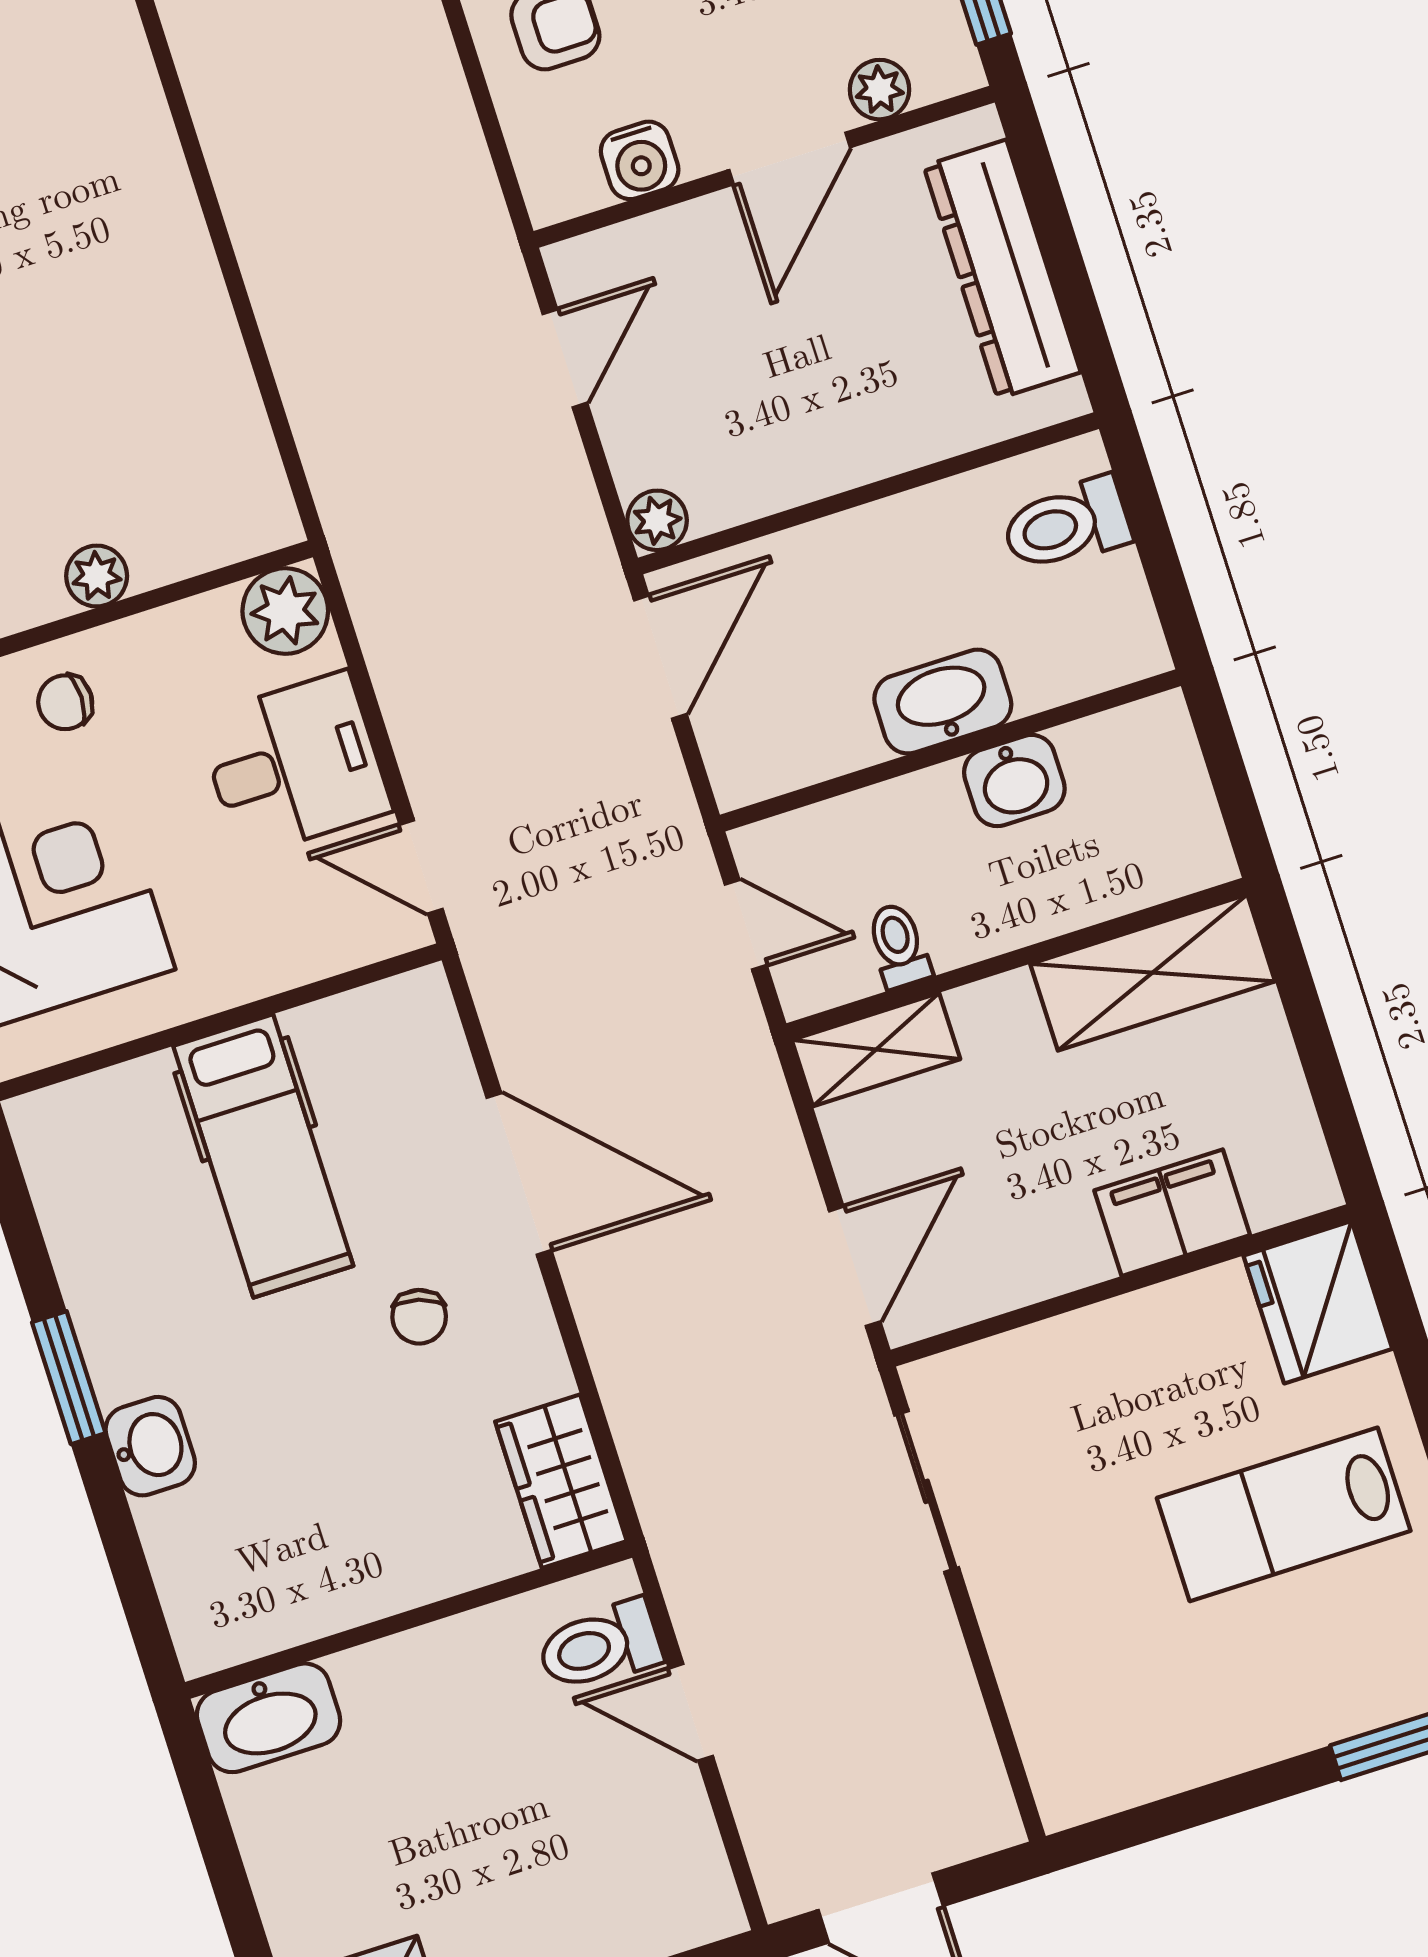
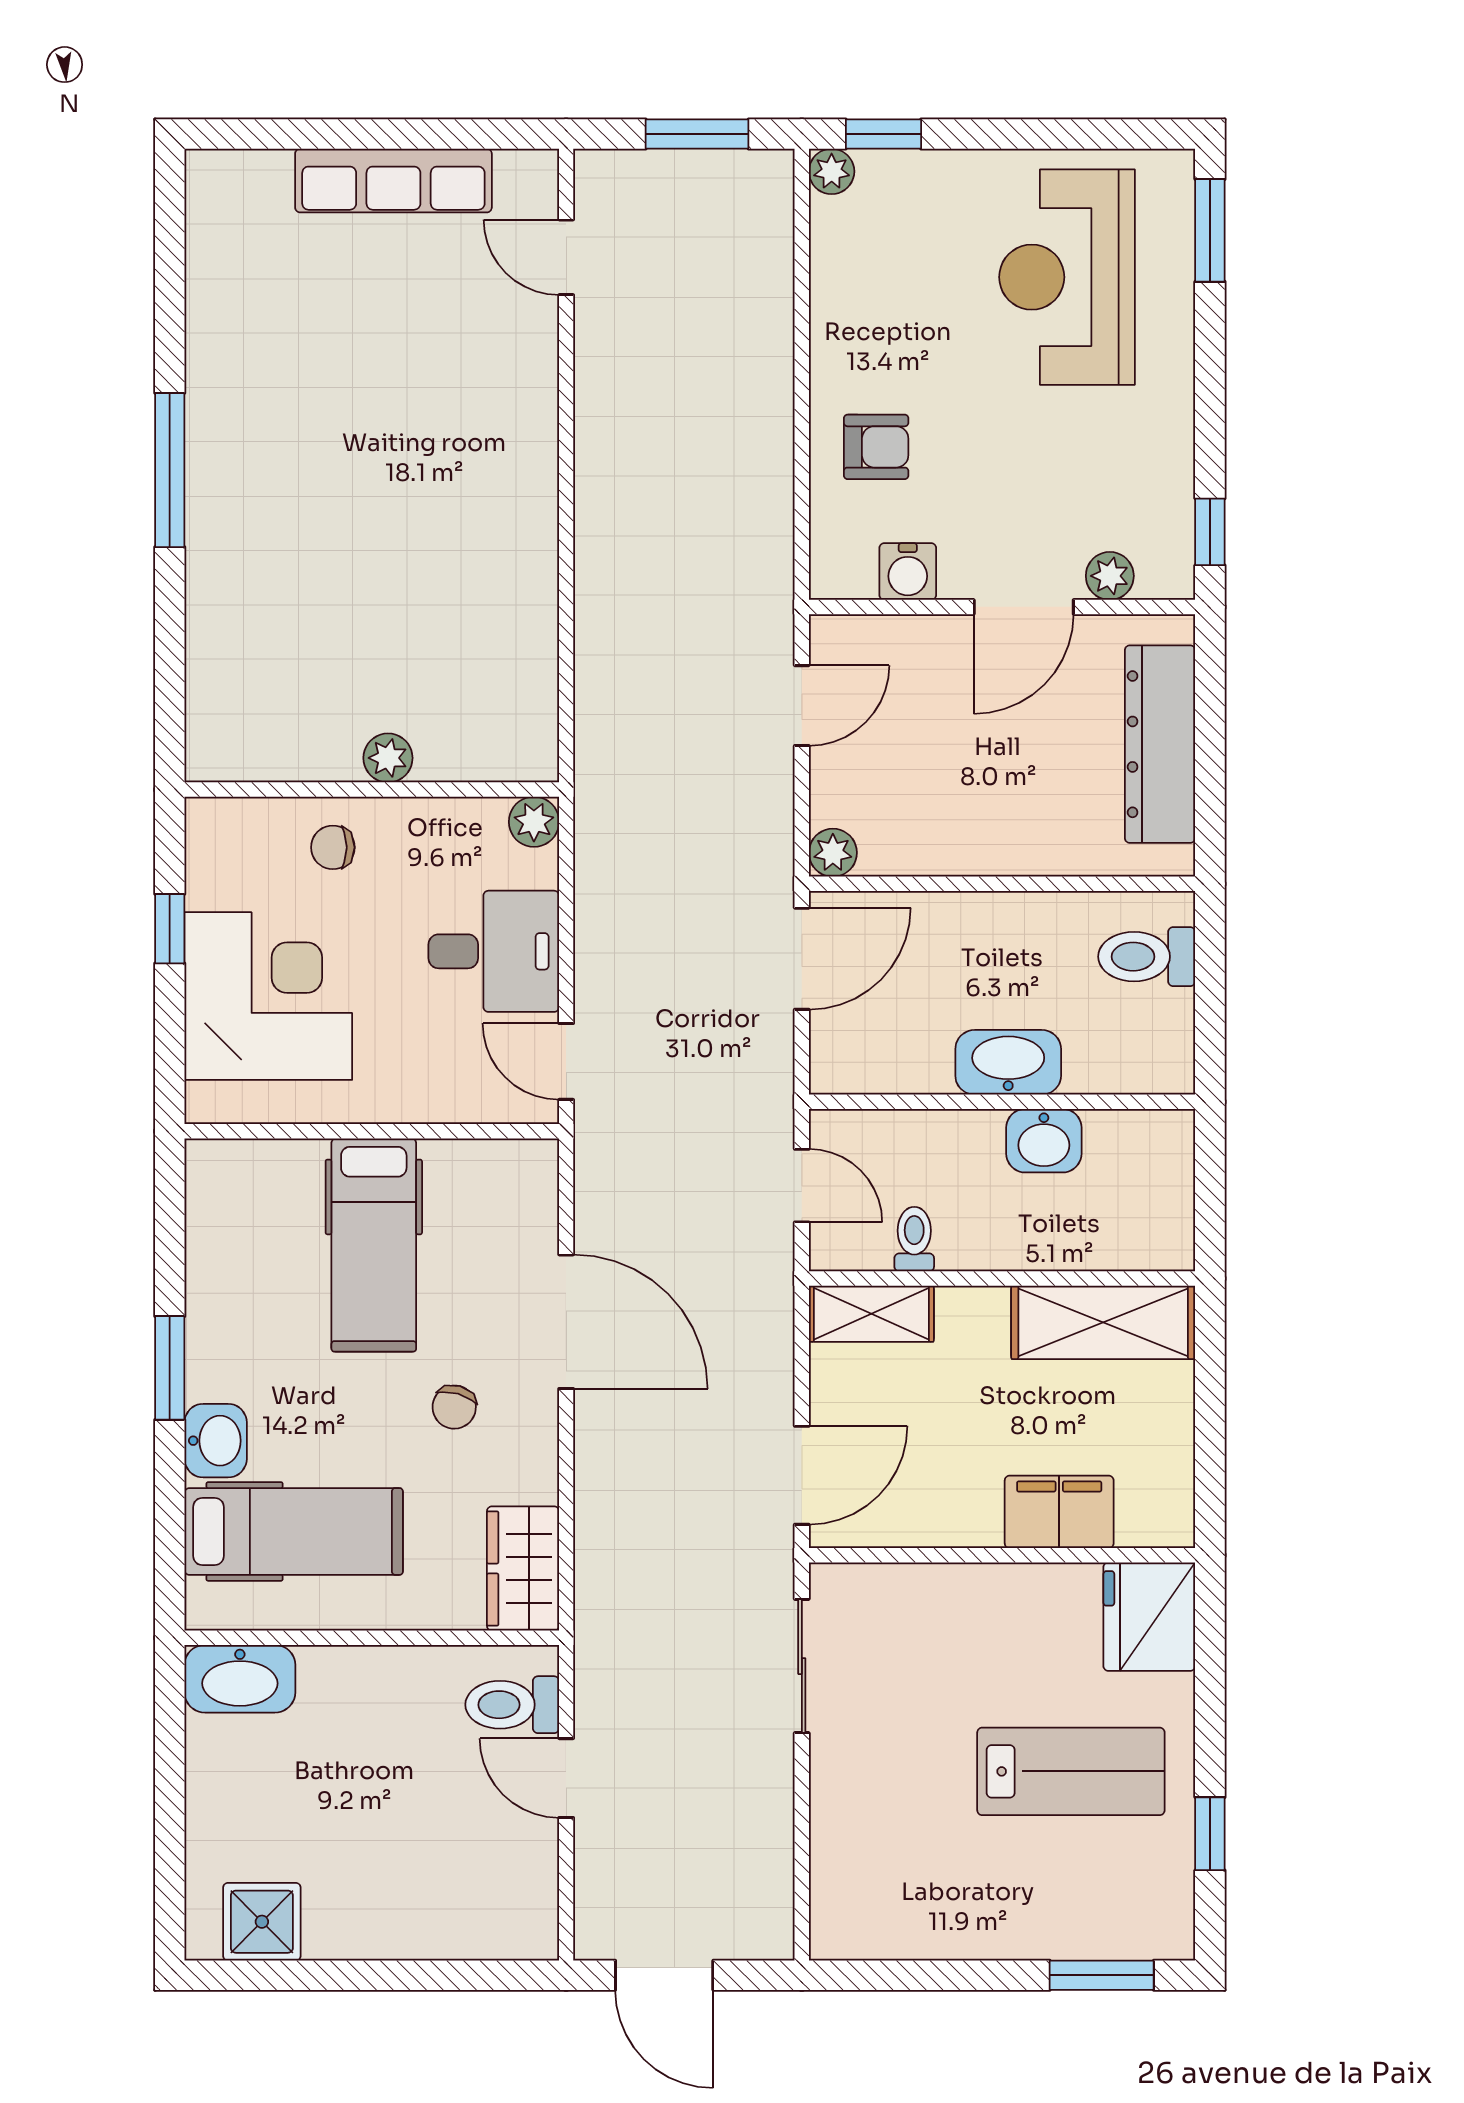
plant: (285, 611) -> (534, 822), width x0.73, depth x0.73
lab bench: (1284, 1514) -> (1071, 1771), turned 180
hospital bed: (277, 1524) -> (294, 1531), added

